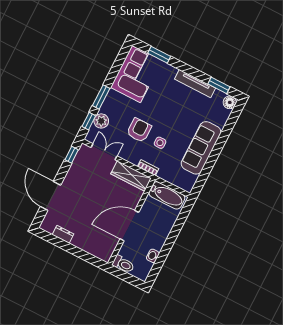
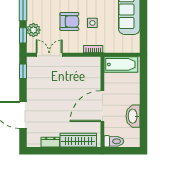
armchair: (139, 130) -> (69, 21), turned 90
wardrobe: (131, 176) -> (78, 140), moved, turned 180
washbasin: (153, 256) -> (133, 116), width x1.91, depth x1.45

